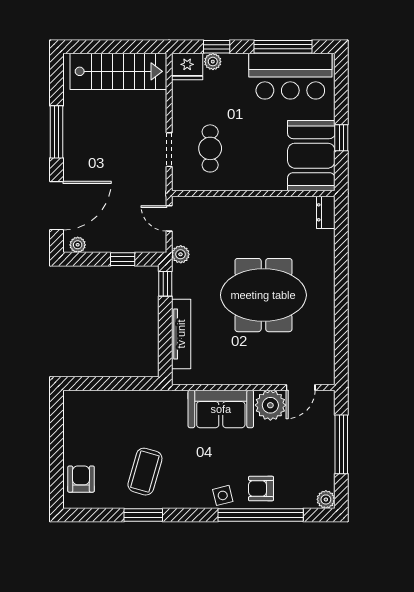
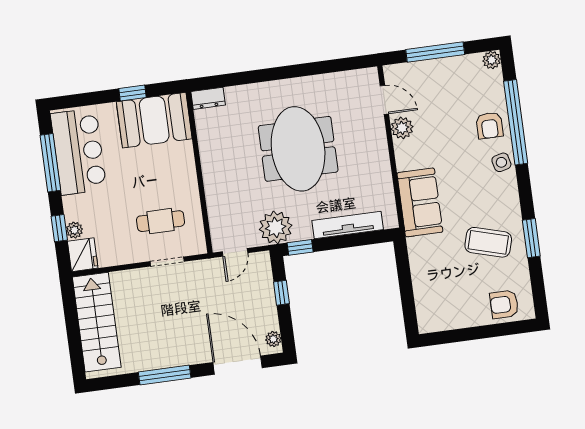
plant: (181, 254) -> (276, 227), width x1.88, depth x1.88
plant: (270, 405) -> (402, 128), width x0.73, depth x0.73
sofa: (221, 409) -> (420, 202), moved

